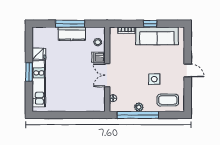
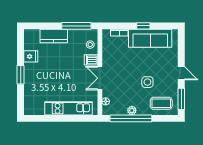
window: (70, 24) -> (76, 26), moved
kitchen counter: (72, 34) -> (54, 36), moved
kitchen unit: (39, 84) -> (68, 108), moved, turned -90
window: (188, 96) -> (181, 99), added

